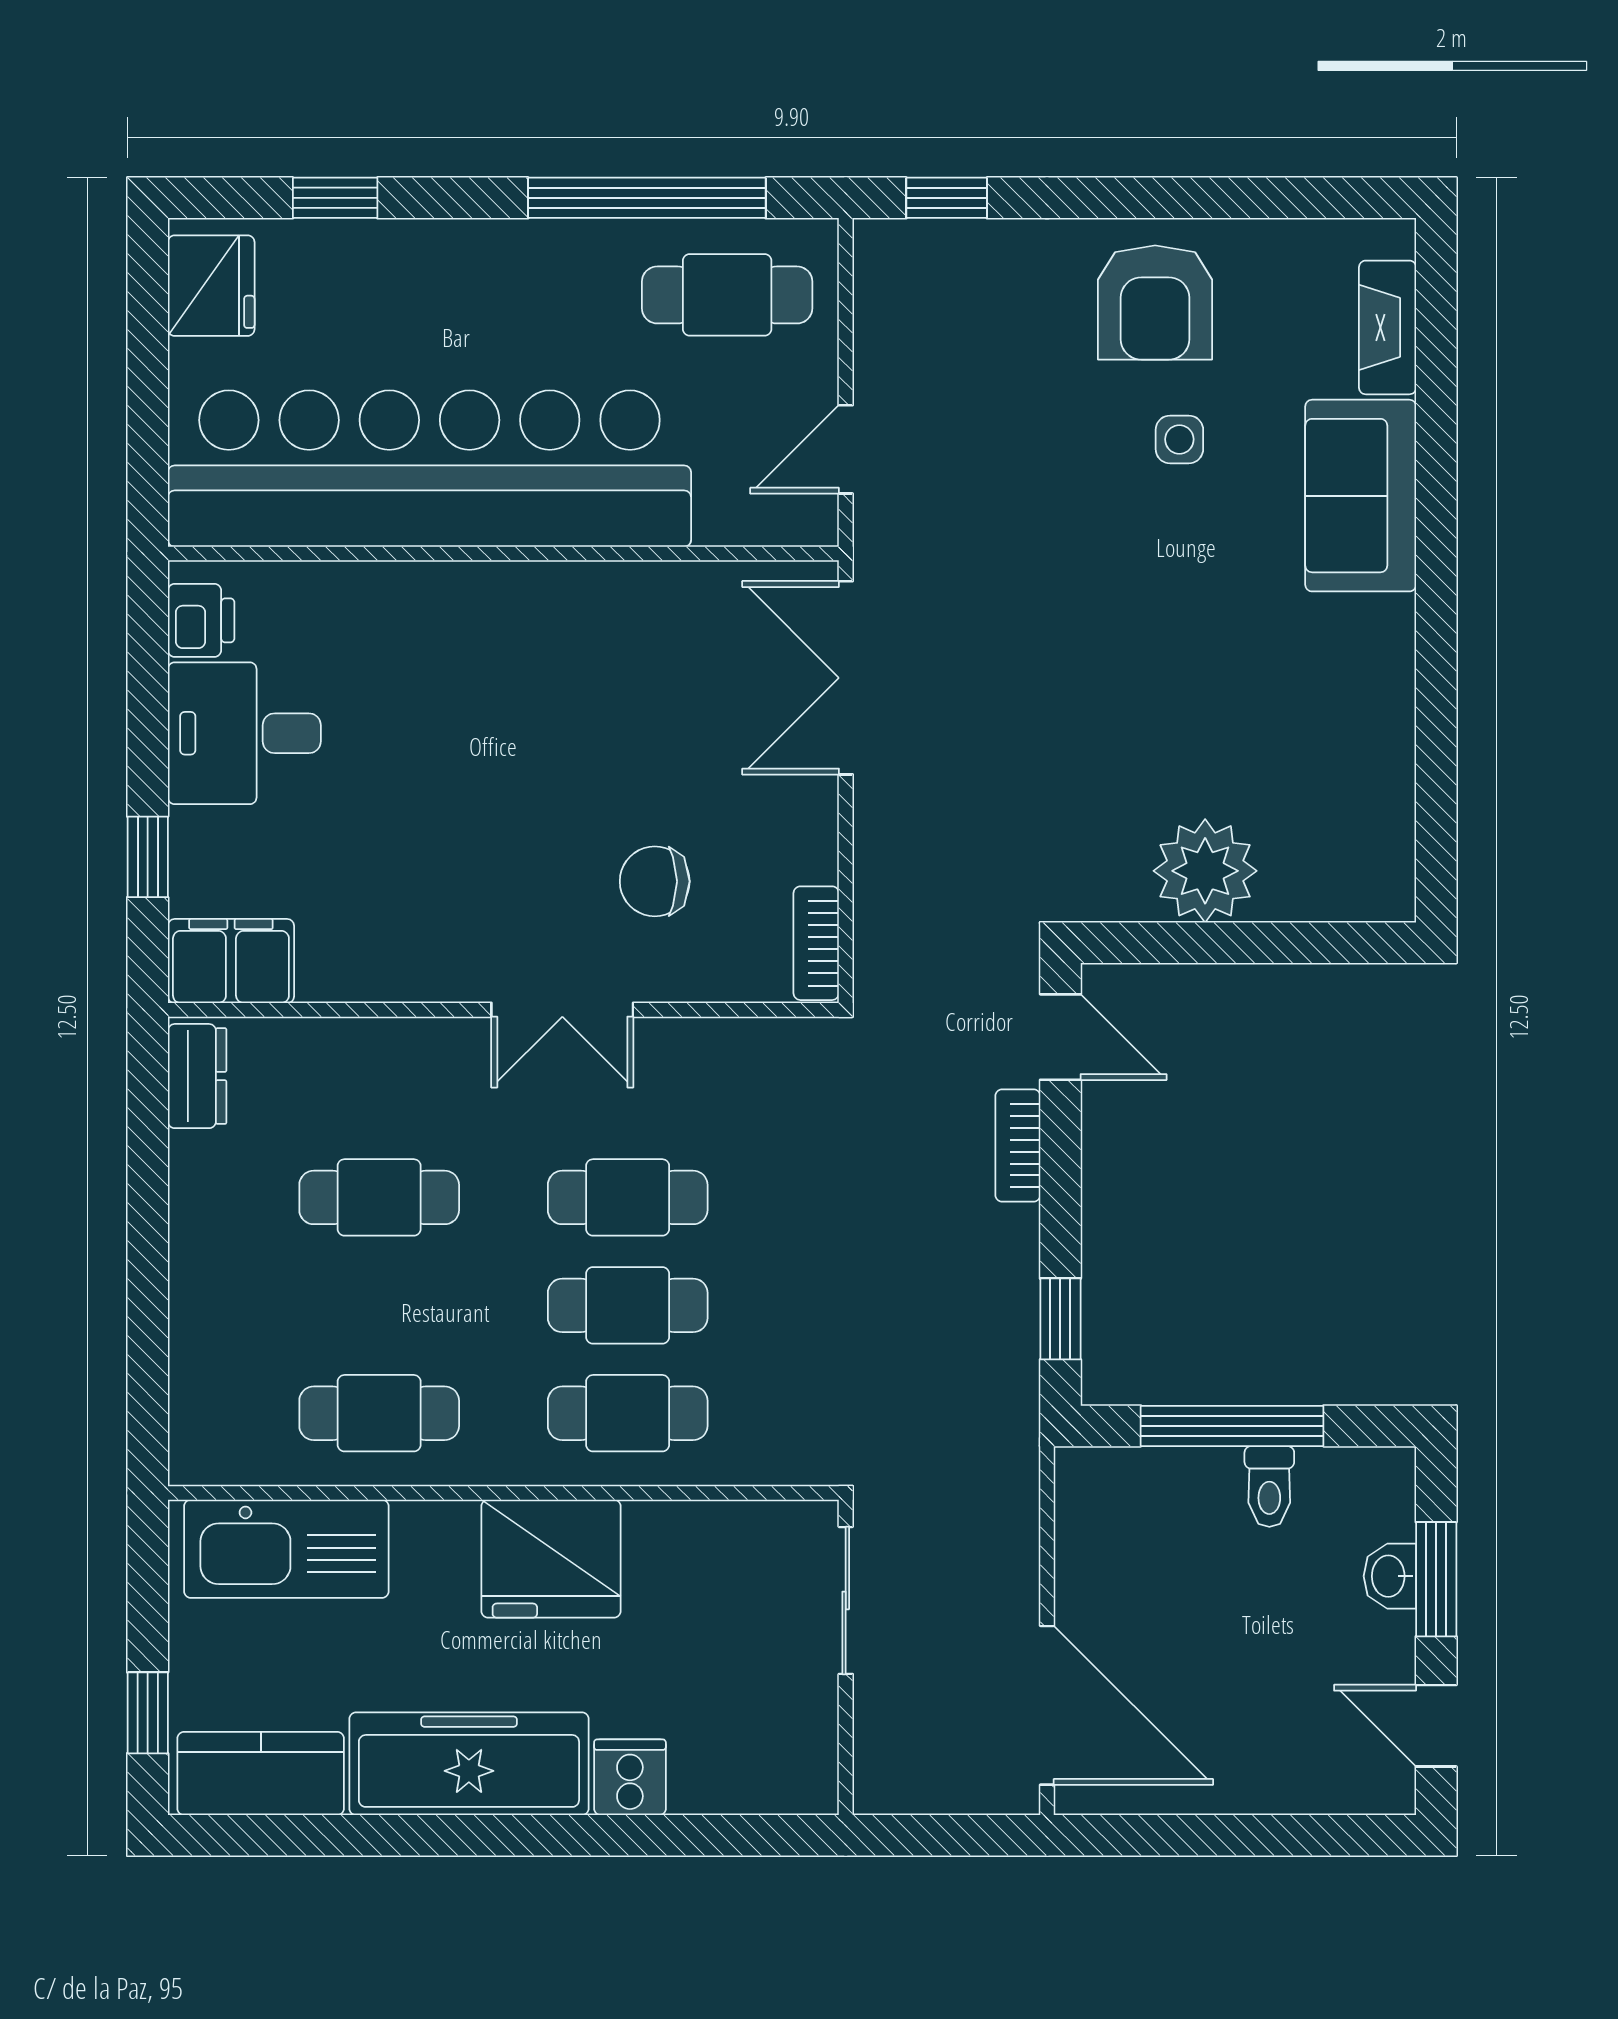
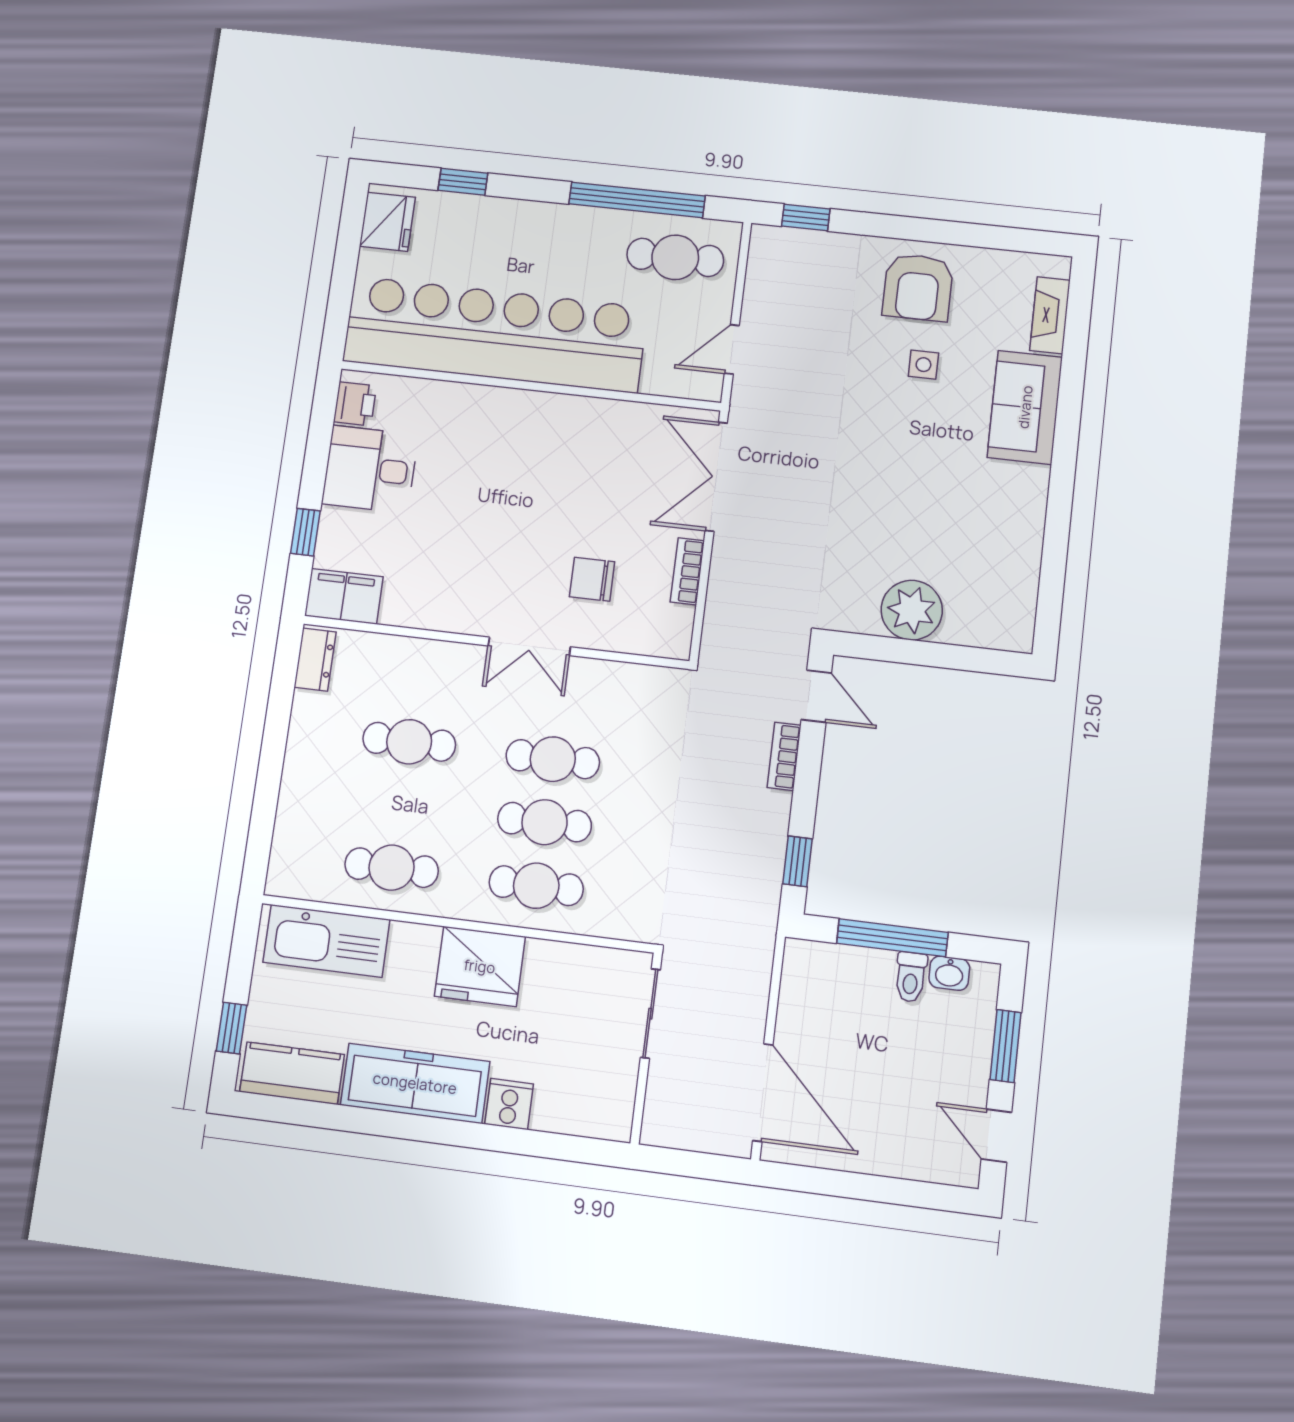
bookcase: (816, 943) -> (687, 571), moved
washbasin: (1390, 1576) -> (949, 973), moved, turned -90

